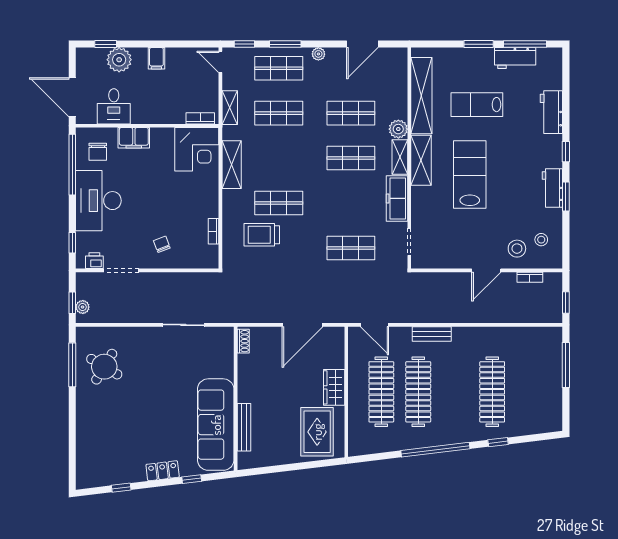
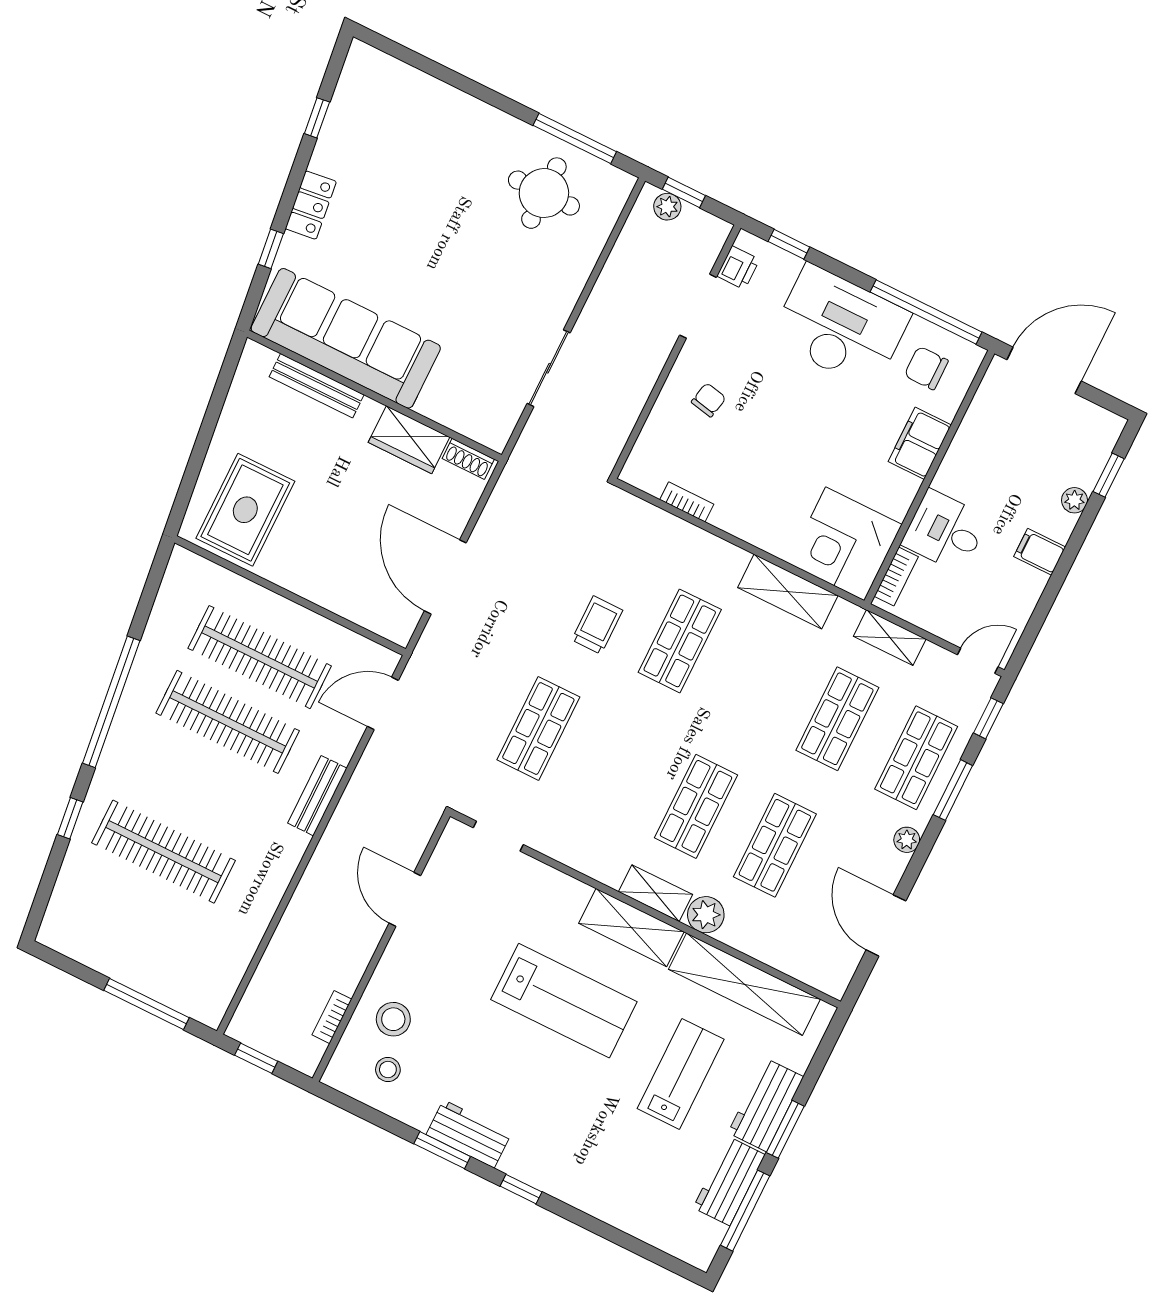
plant: (119, 60) -> (1074, 500), width x0.53, depth x0.53
desk: (114, 106) -> (945, 531), moved
workbench: (551, 112) -> (766, 1105), moved, turned -90
freezer: (397, 198) -> (585, 852), removed
trolley: (262, 235) -> (597, 625), moved, width x0.73, depth x0.72
chair: (162, 244) -> (709, 400), turned -57
door: (486, 270) -> (405, 899), moved
round table: (104, 367) -> (544, 193), turned -31
wardrobe: (334, 387) -> (409, 440), moved, turned 180
rug: (317, 432) -> (245, 510), turned 90

